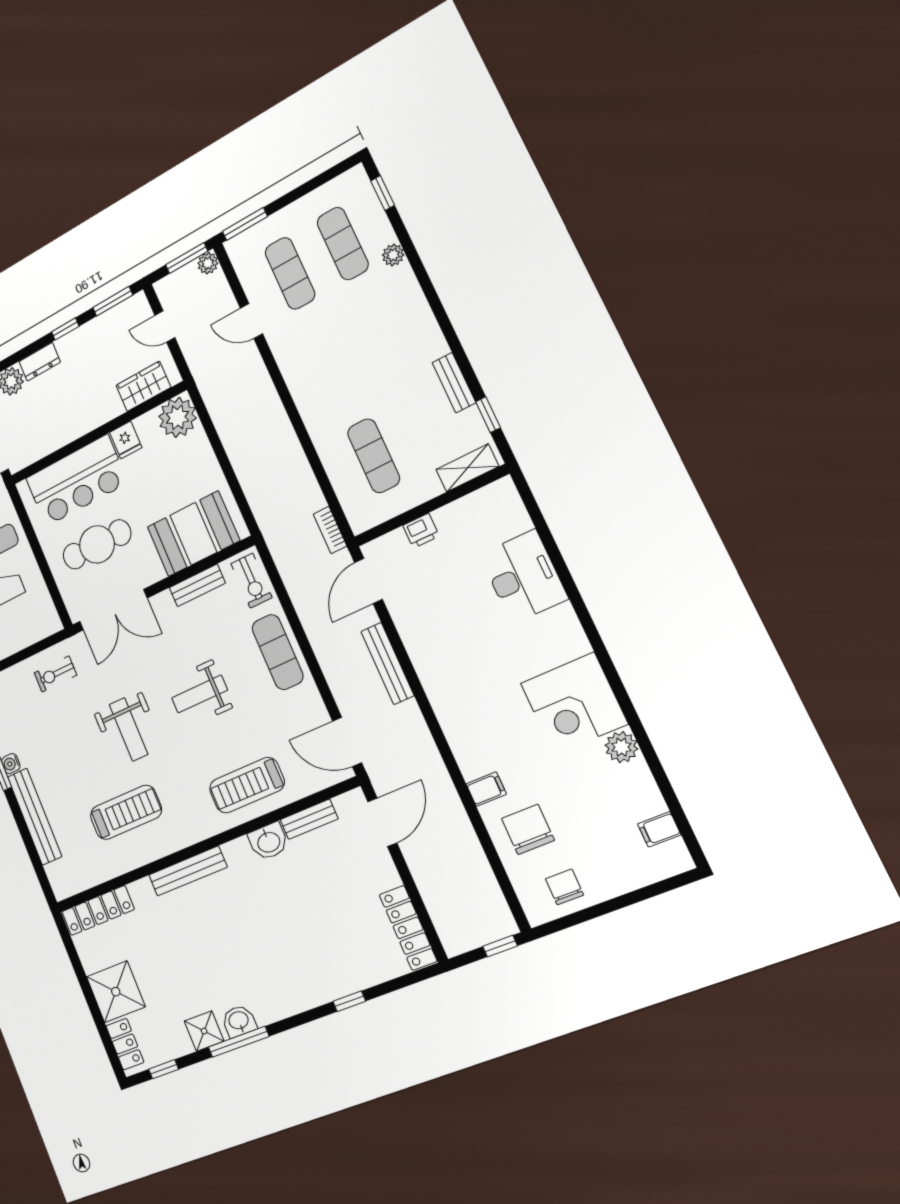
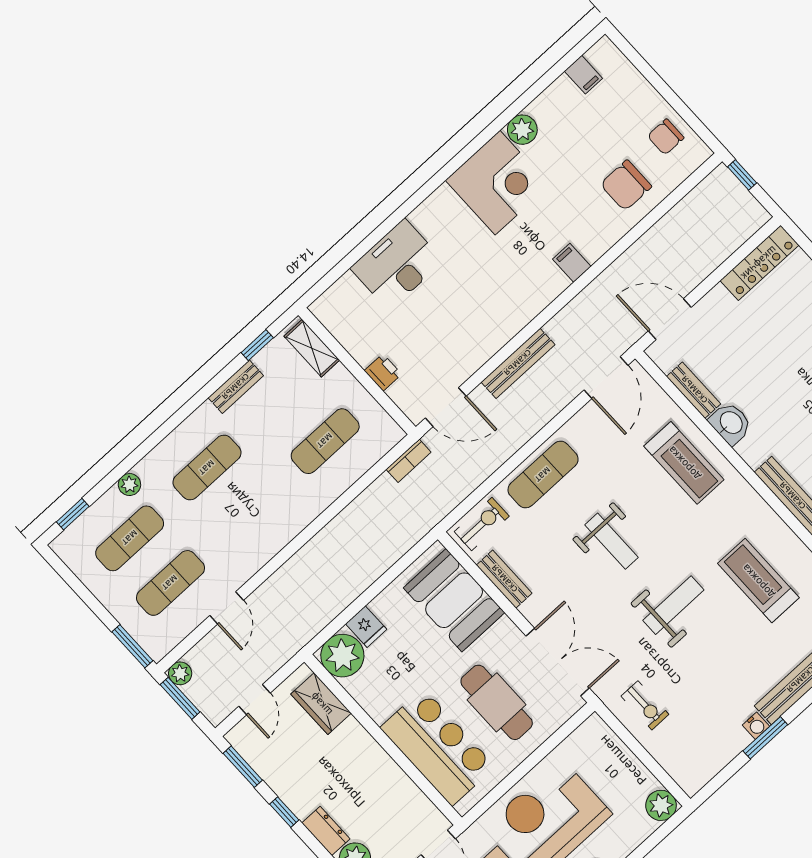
exercise mat: (385, 335) -> (207, 468), added
fridge: (126, 440) -> (366, 627), moved, turned 90
filing cabinet: (486, 789) -> (572, 263), moved

